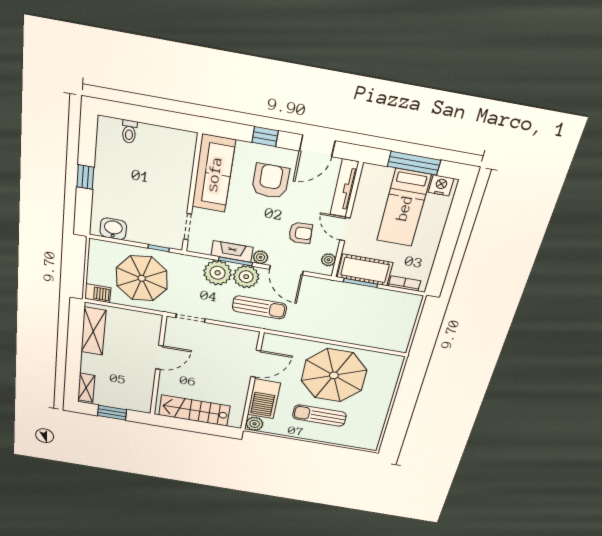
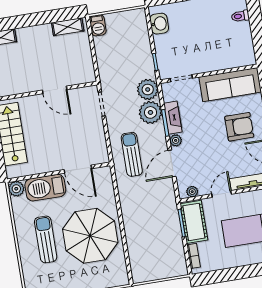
armchair: (300, 233) -> (207, 163), removed
plant: (246, 277) -> (148, 89), moved
parasol: (142, 278) -> (124, 56), removed
sun lounger: (259, 307) -> (132, 154), turned 180
shelving: (93, 331) -> (68, 27), width x0.67, depth x0.75

